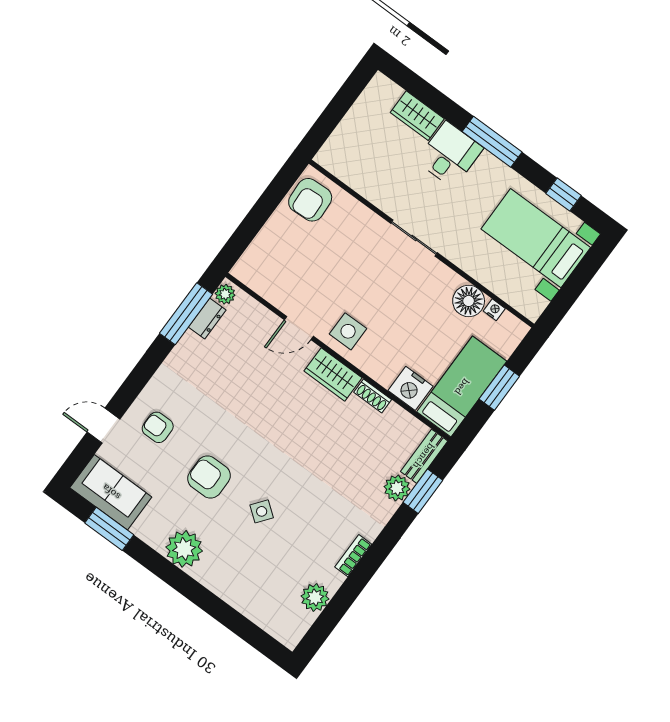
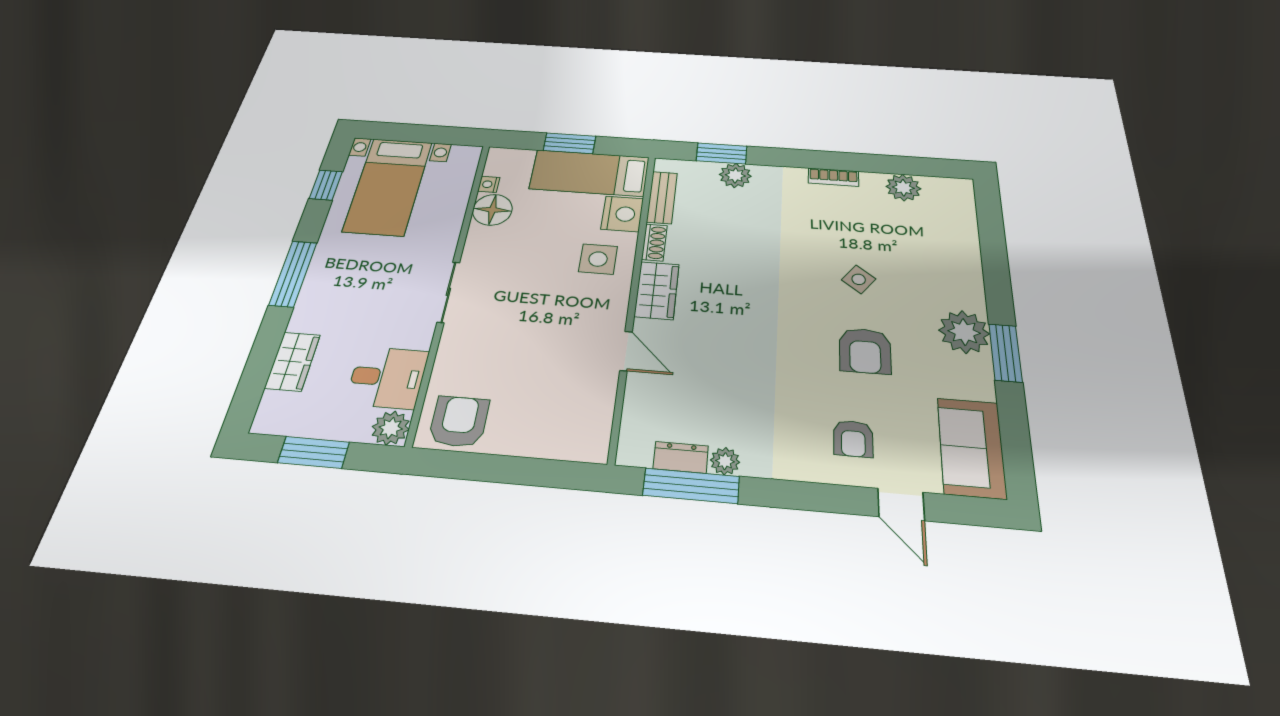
window: (340, 104) -> (314, 452), added
desk: (450, 155) -> (387, 377), moved, turned 180
plant: (330, 157) -> (391, 428), added
armchair: (310, 200) -> (459, 421), turned -87
plant: (225, 294) -> (725, 461), moved
side table: (348, 331) -> (598, 259), moved
bench: (424, 456) -> (662, 197), moved, turned 90
window: (109, 529) -> (1005, 353), moved

